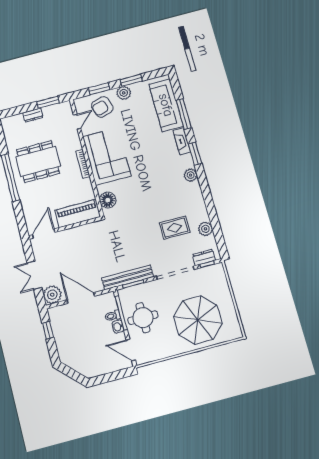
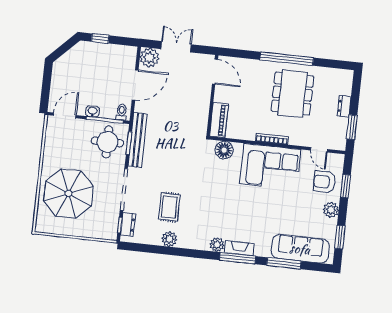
window: (131, 80) -> (340, 237), moved
armchair: (102, 107) -> (325, 182), turned -73
fireplace: (182, 141) -> (239, 248), moved
window: (195, 154) -> (238, 258), width x1.44
piano: (78, 214) -> (219, 120), width x0.73, depth x0.75
plant: (205, 229) -> (169, 239), moved
toilet: (113, 316) -> (122, 112), moved
round table: (143, 318) -> (107, 142), moved
window: (48, 330) -> (100, 38), moved

